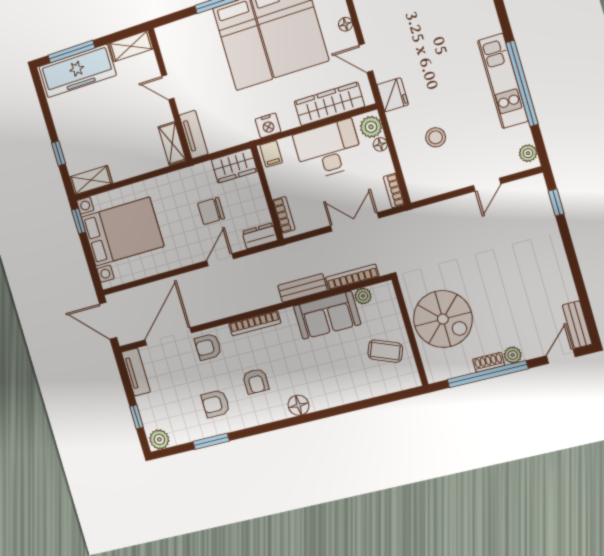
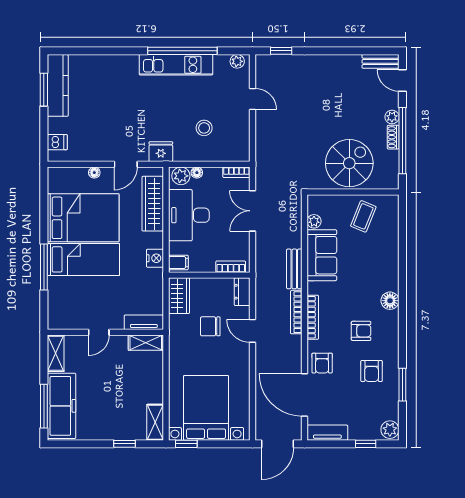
chair: (211, 211) -> (210, 326), turned 90
bookcase: (352, 277) -> (296, 312), moved

